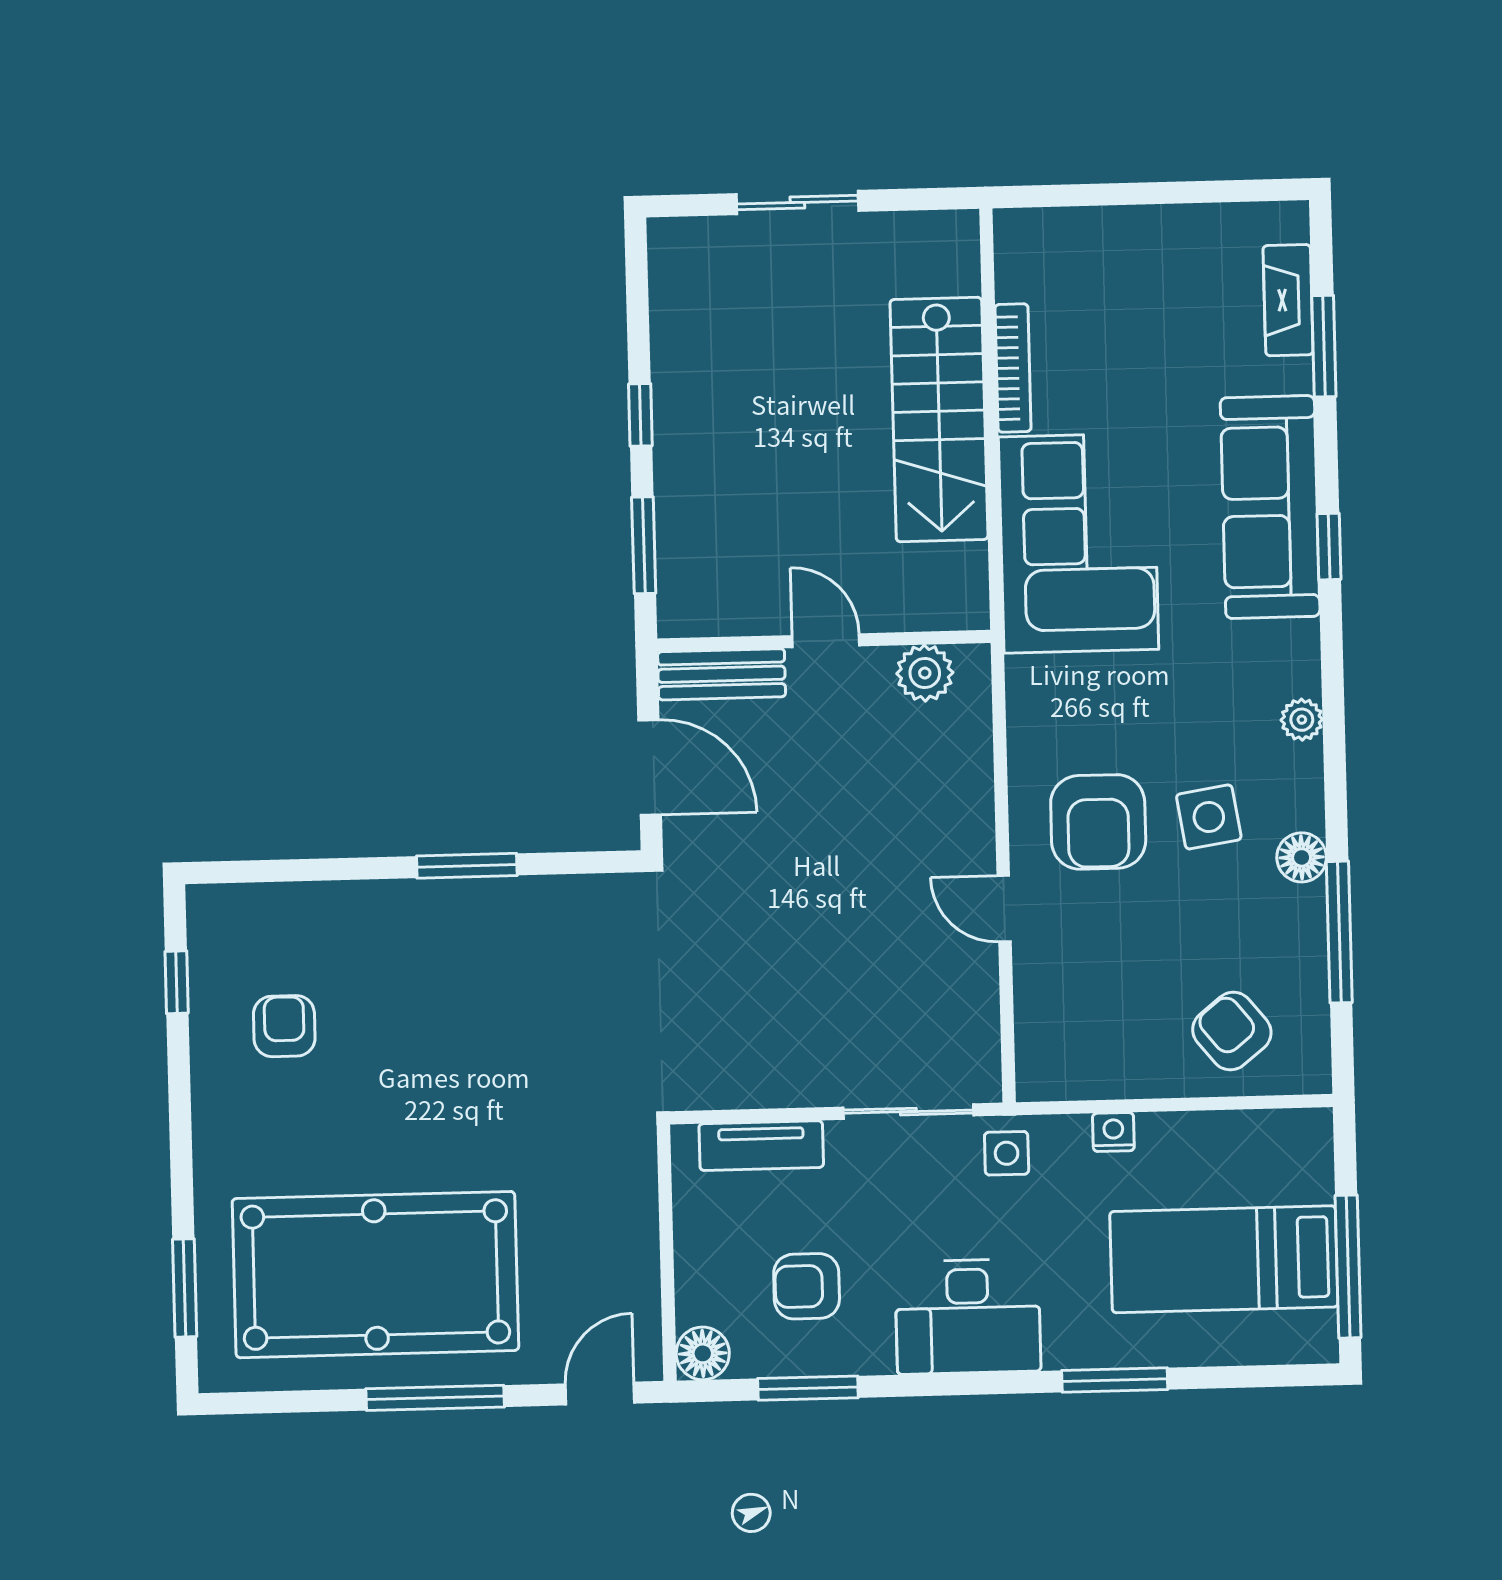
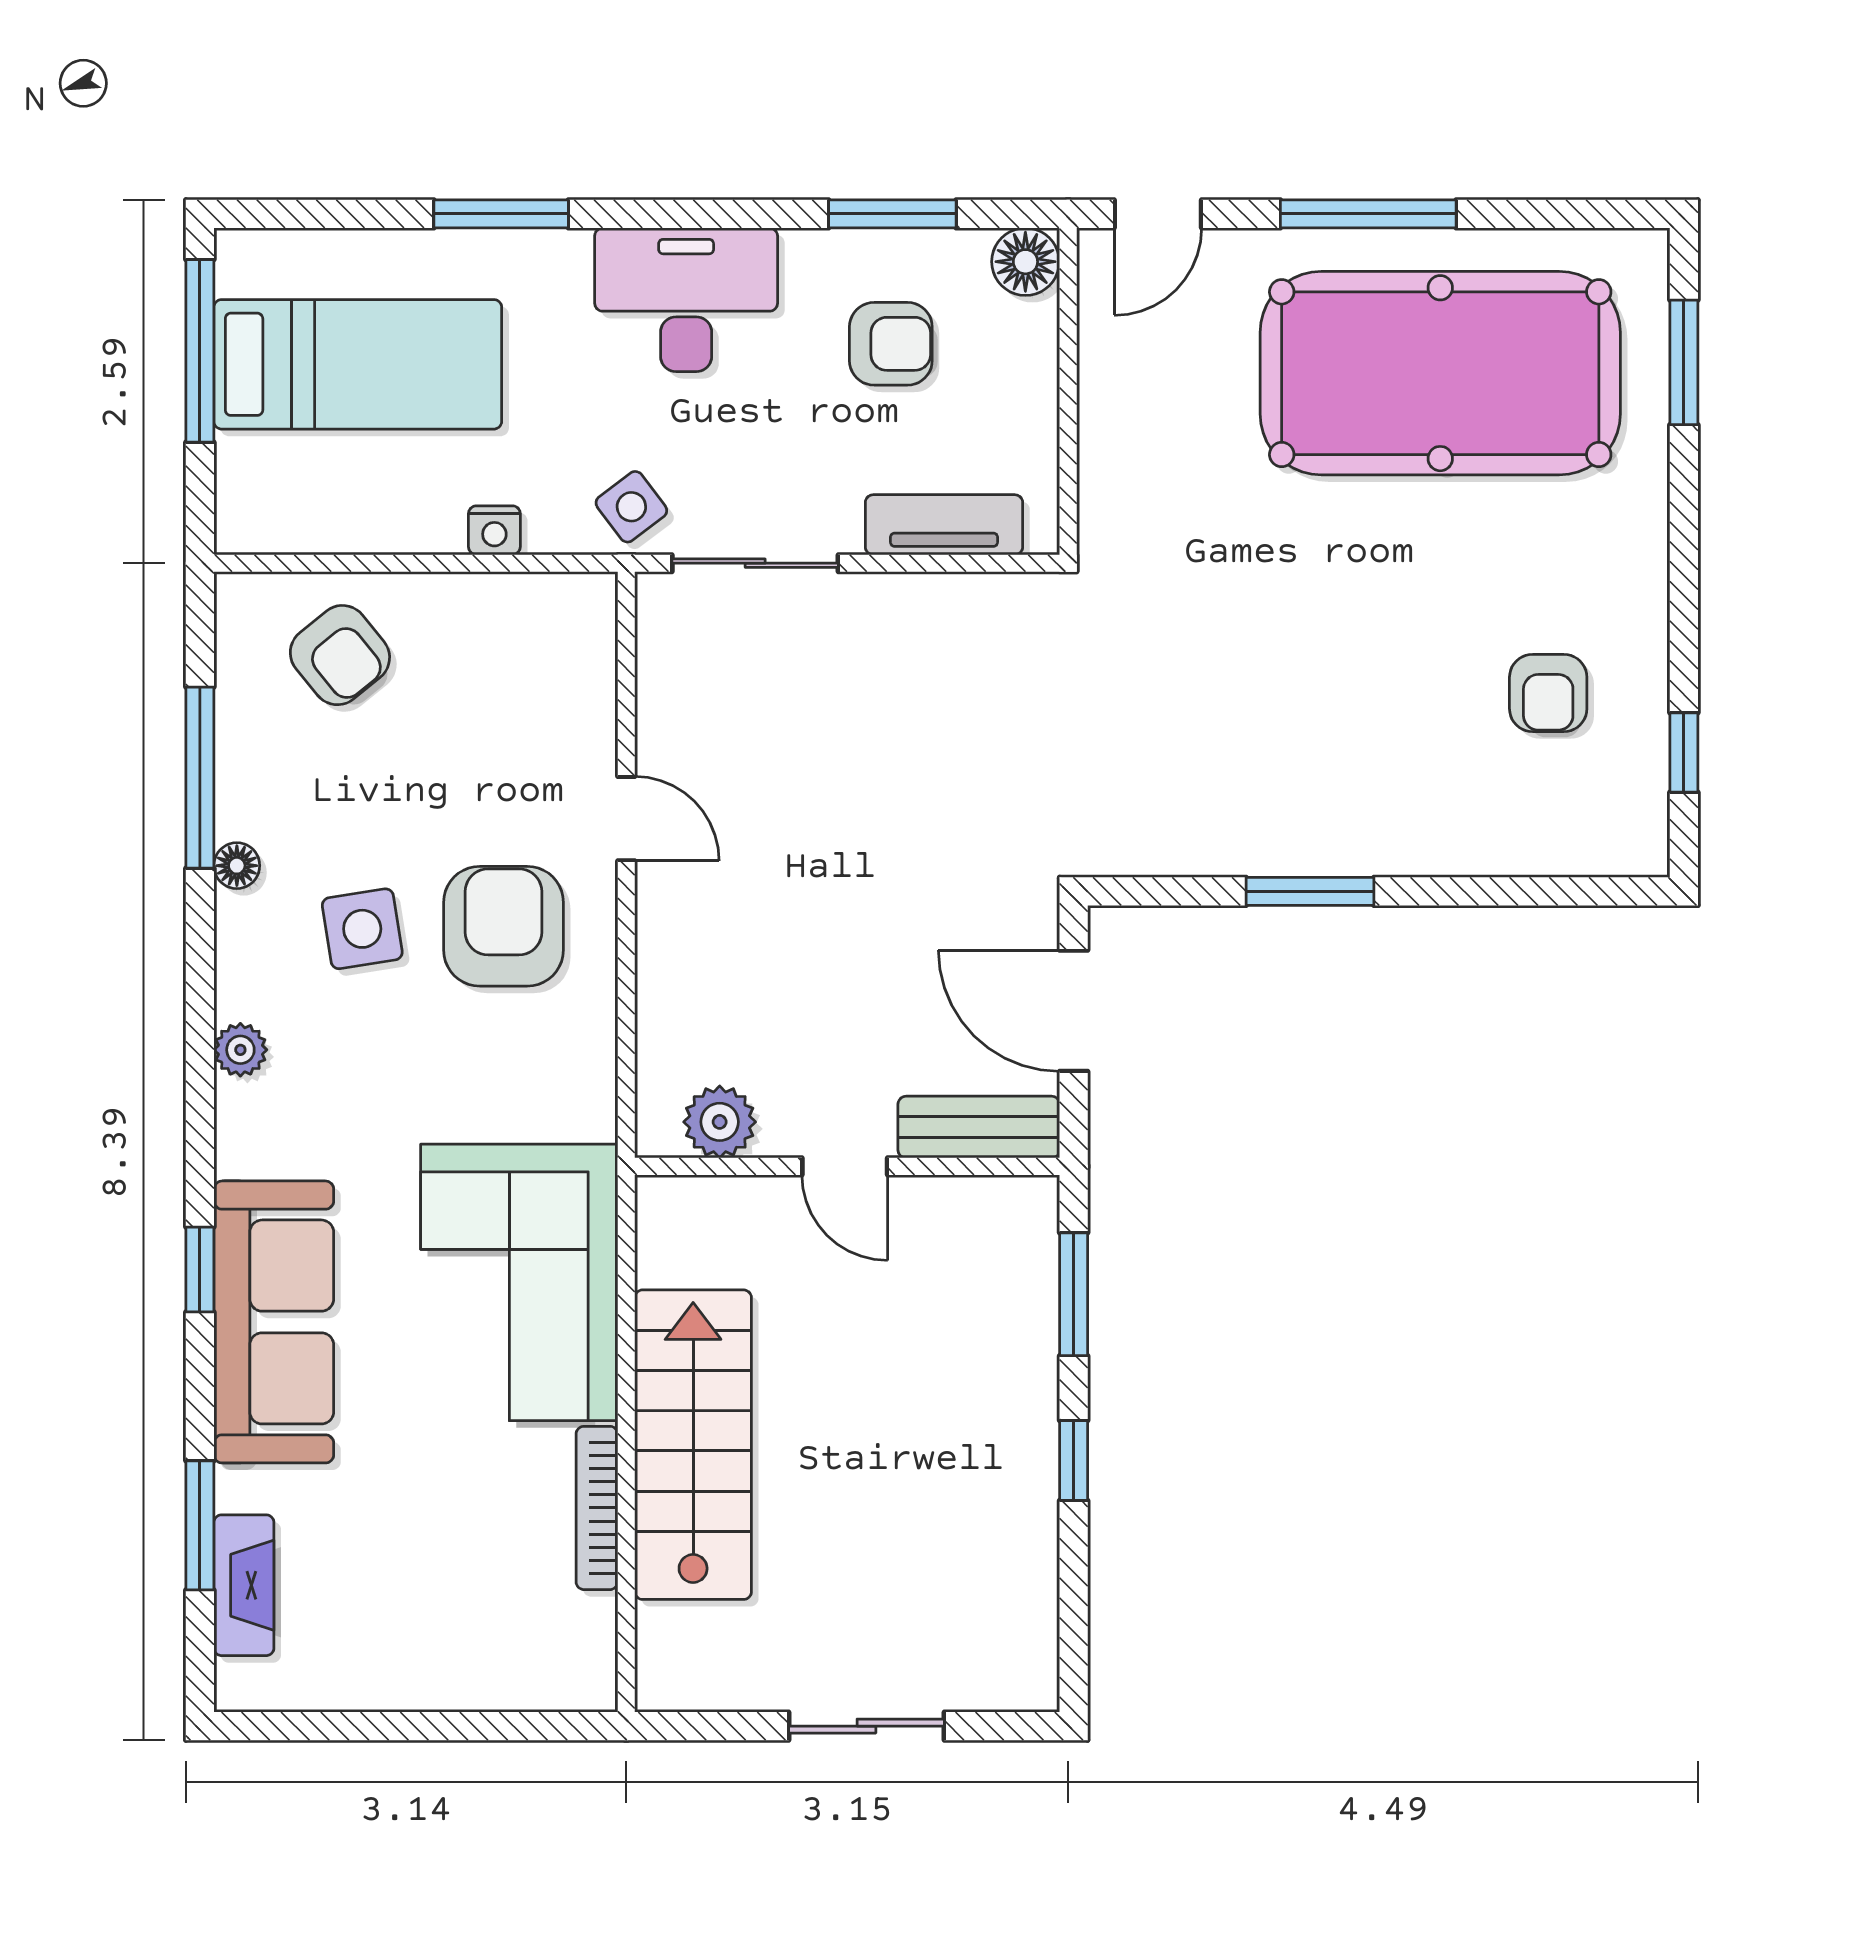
floor lamp: (1302, 857) -> (237, 866), width x0.73, depth x0.73
side table: (1007, 1153) -> (631, 507), turned -37

